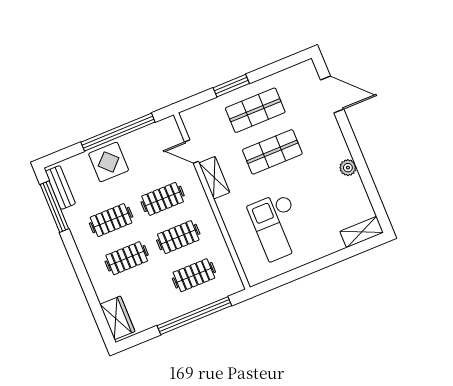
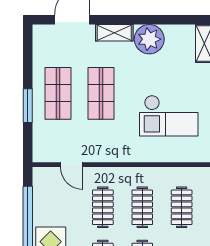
door: (192, 152) -> (72, 165), hinge flipped
plant: (348, 168) -> (149, 39), width x1.87, depth x1.87
shelving: (214, 178) -> (114, 33), moved

